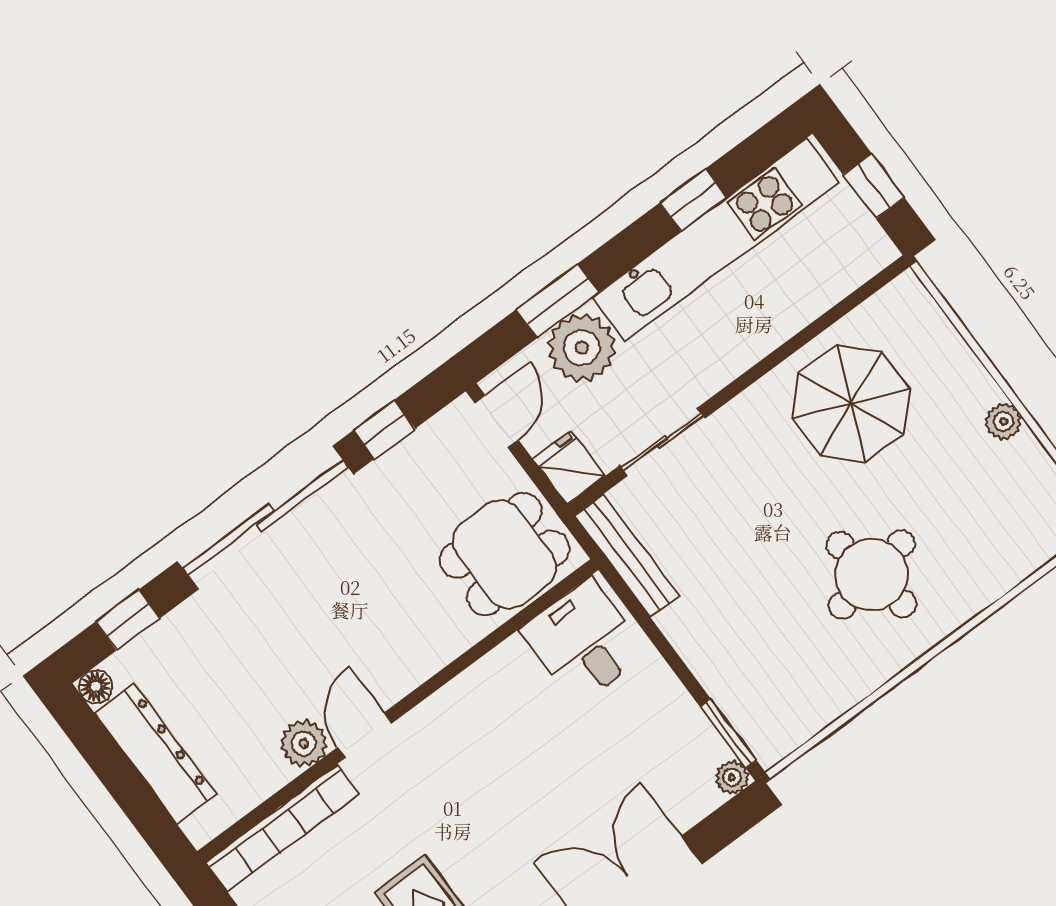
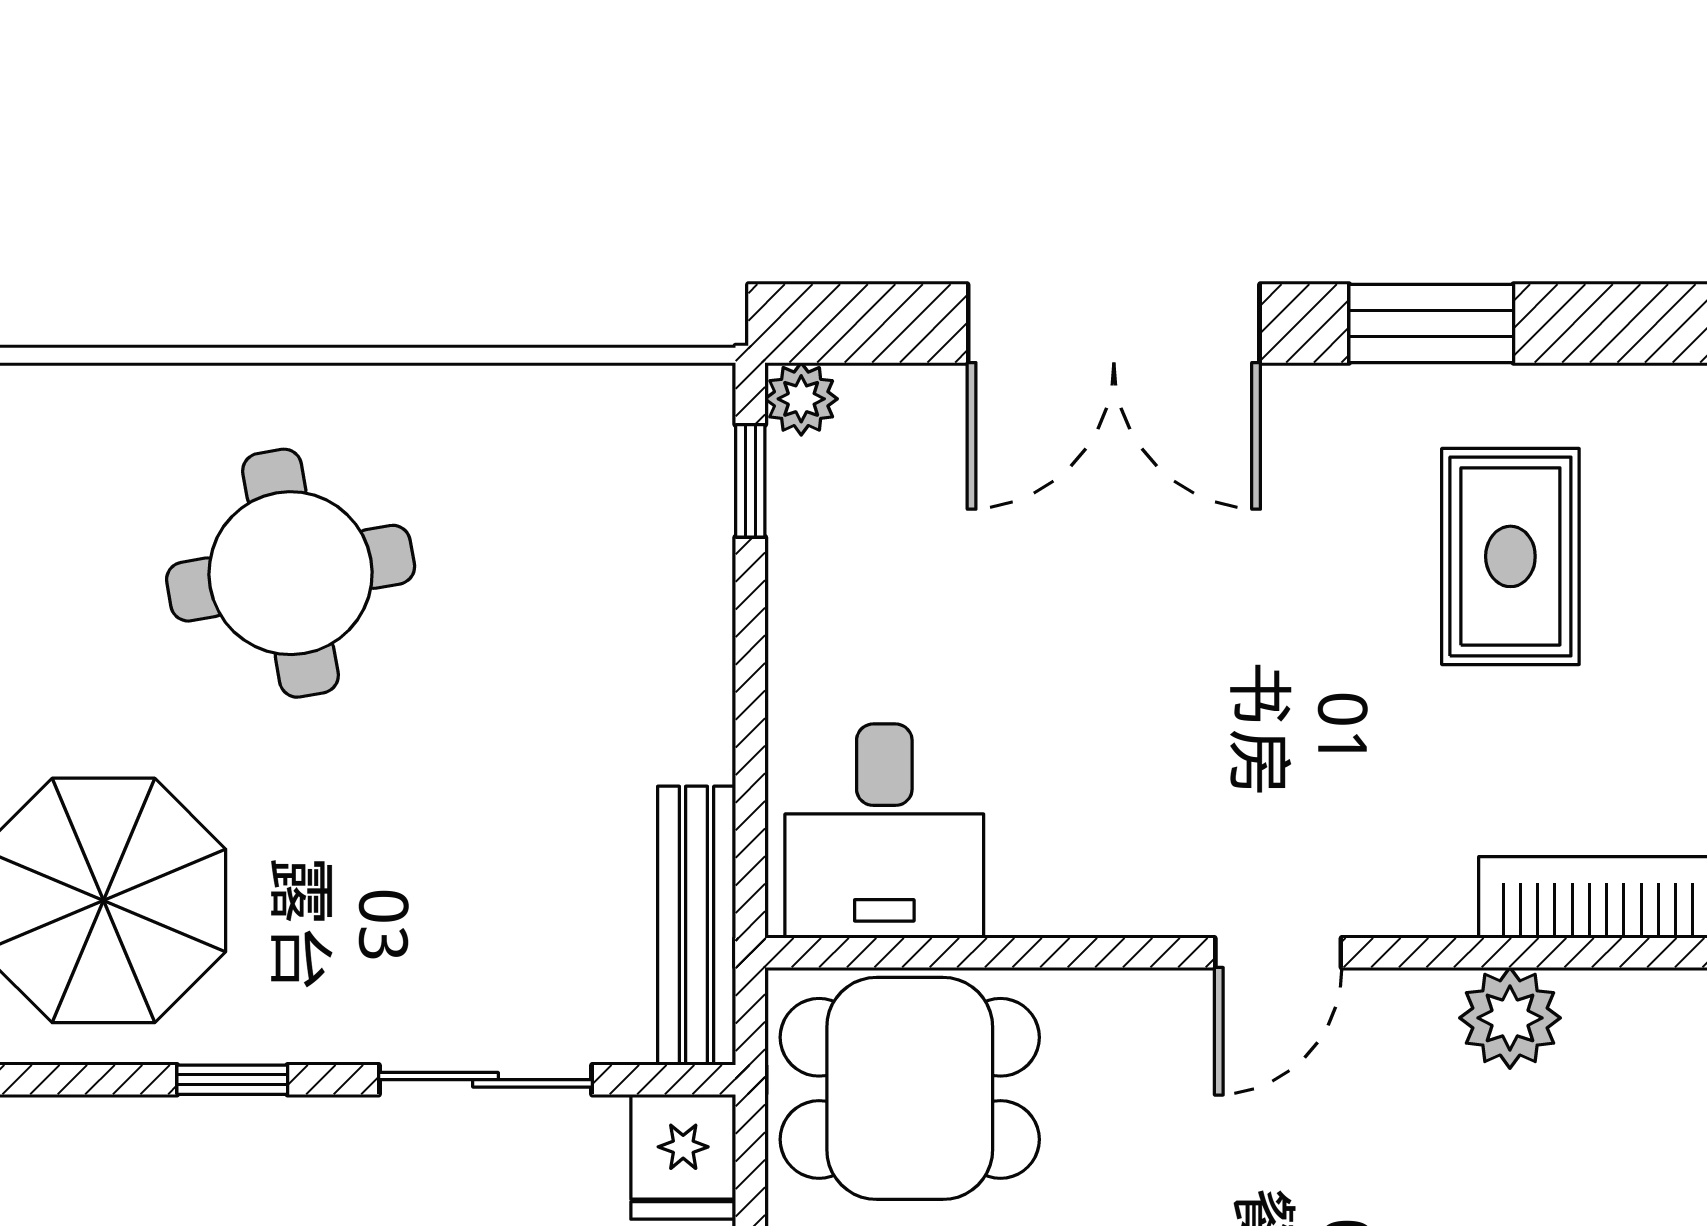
window: (755, 373) -> (232, 1080), added
window: (728, 733) -> (750, 481), width x0.67
door: (364, 735) -> (1278, 953), moved

